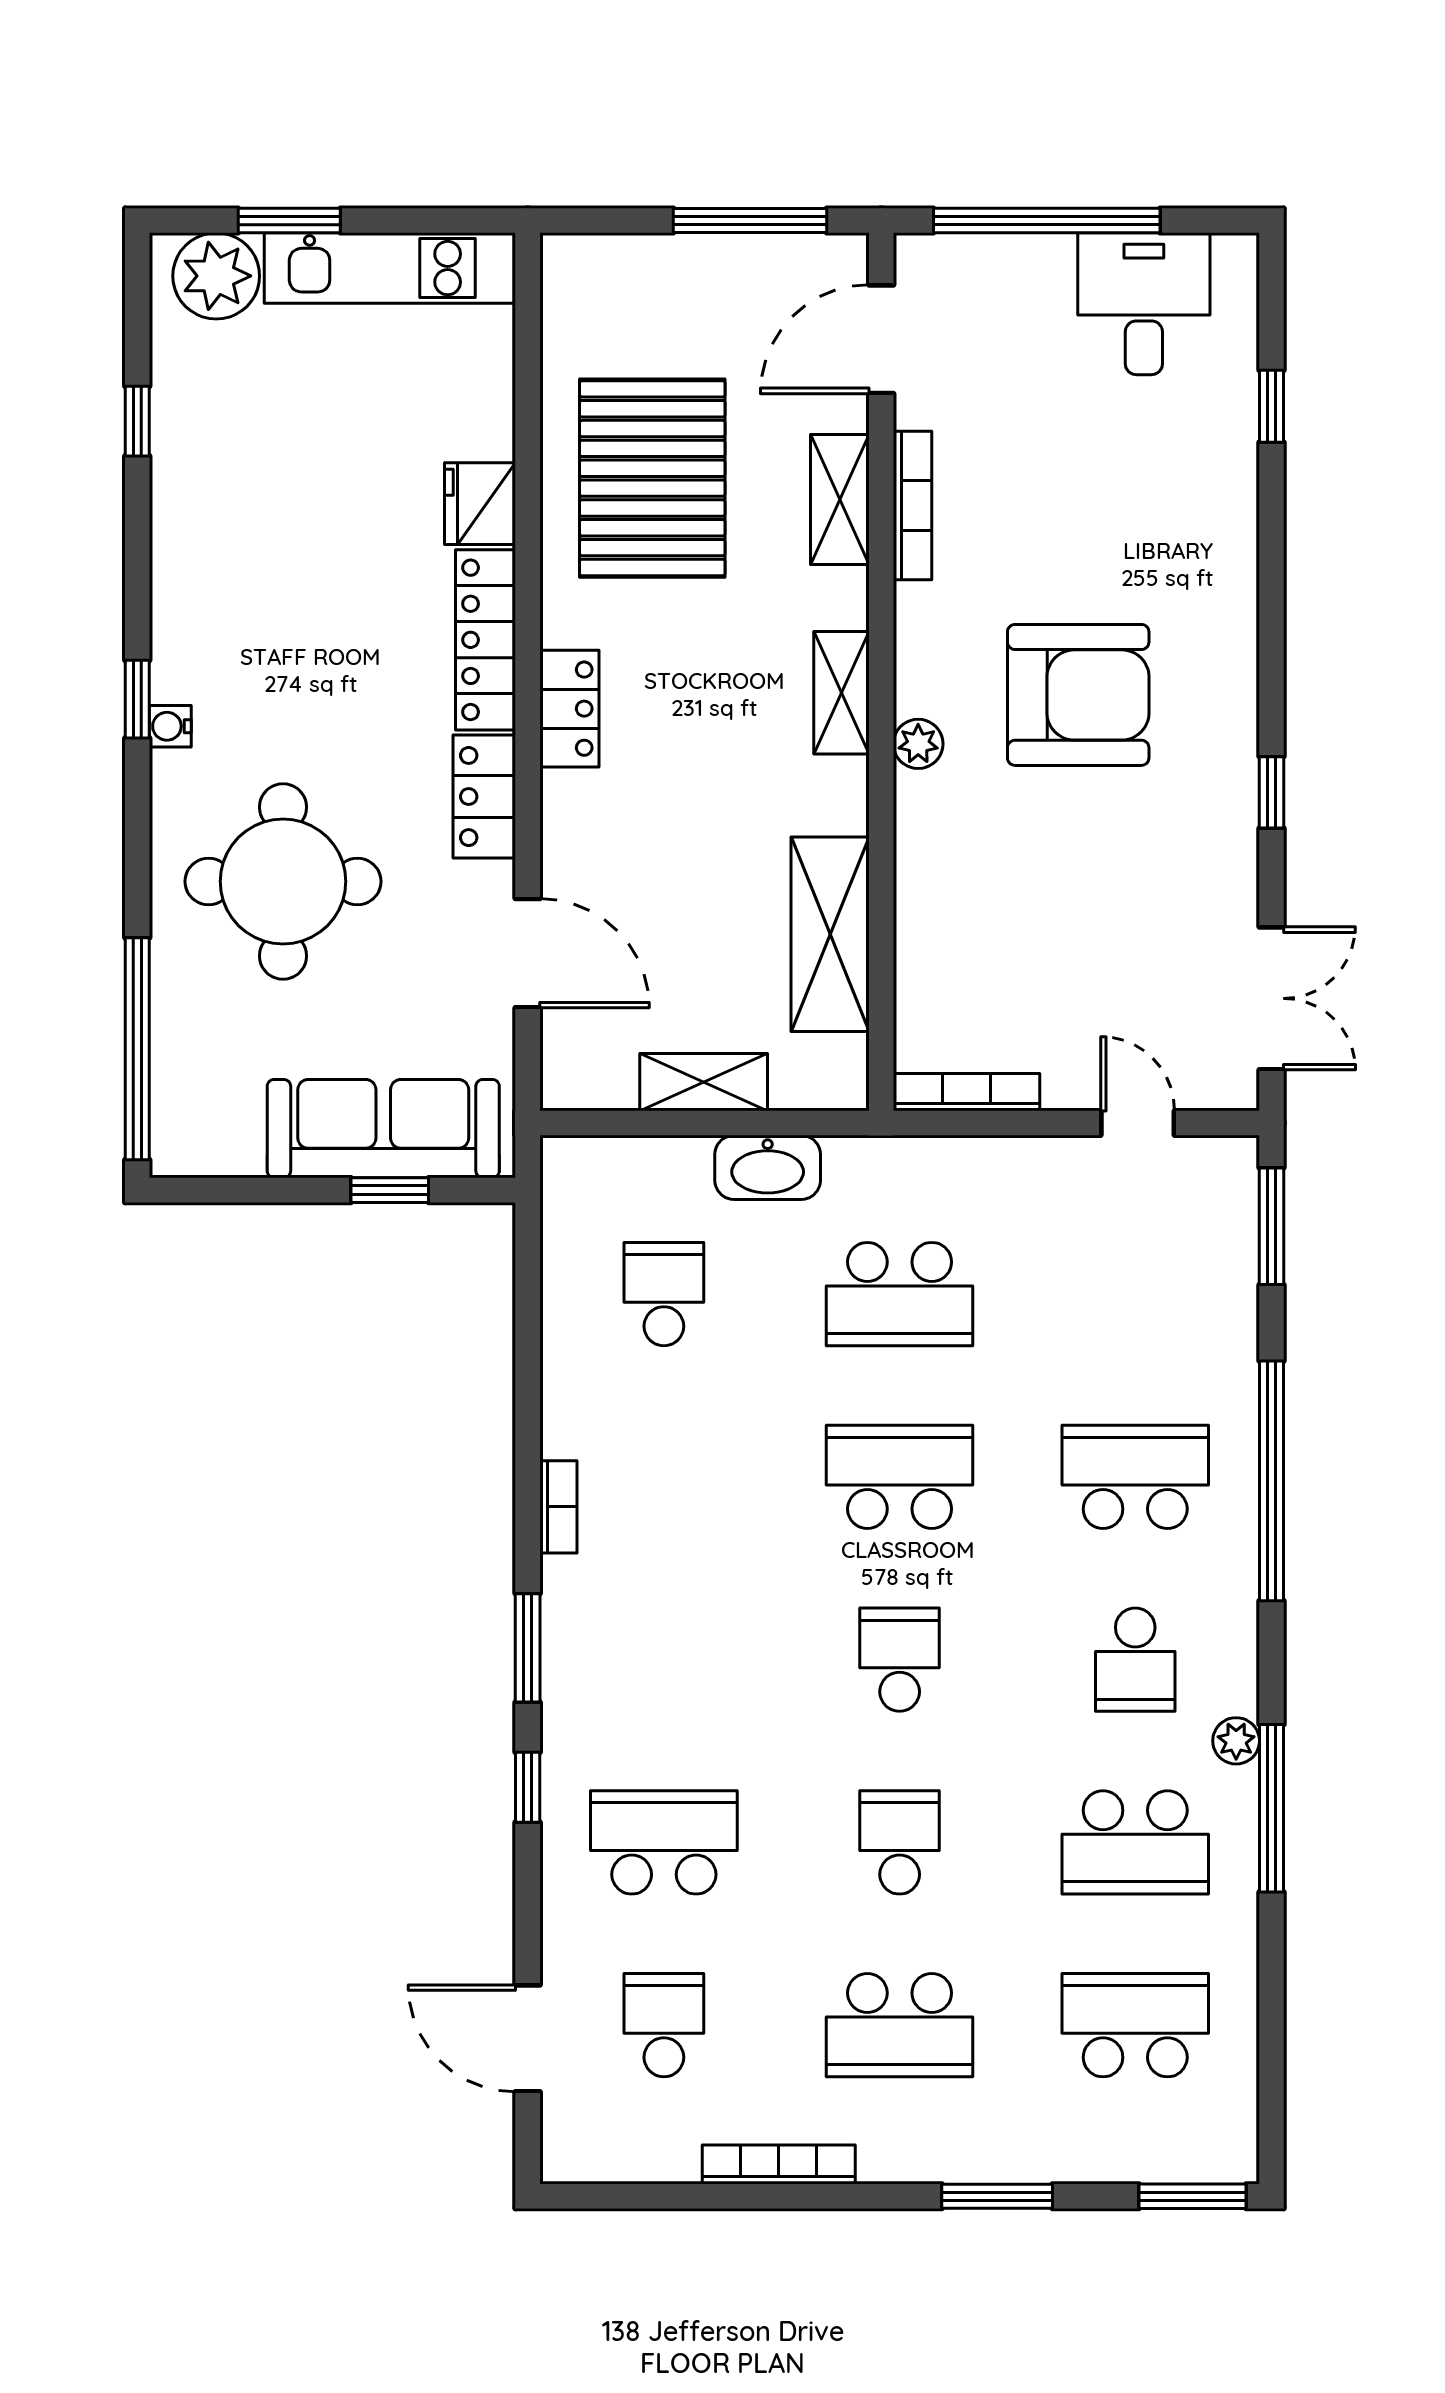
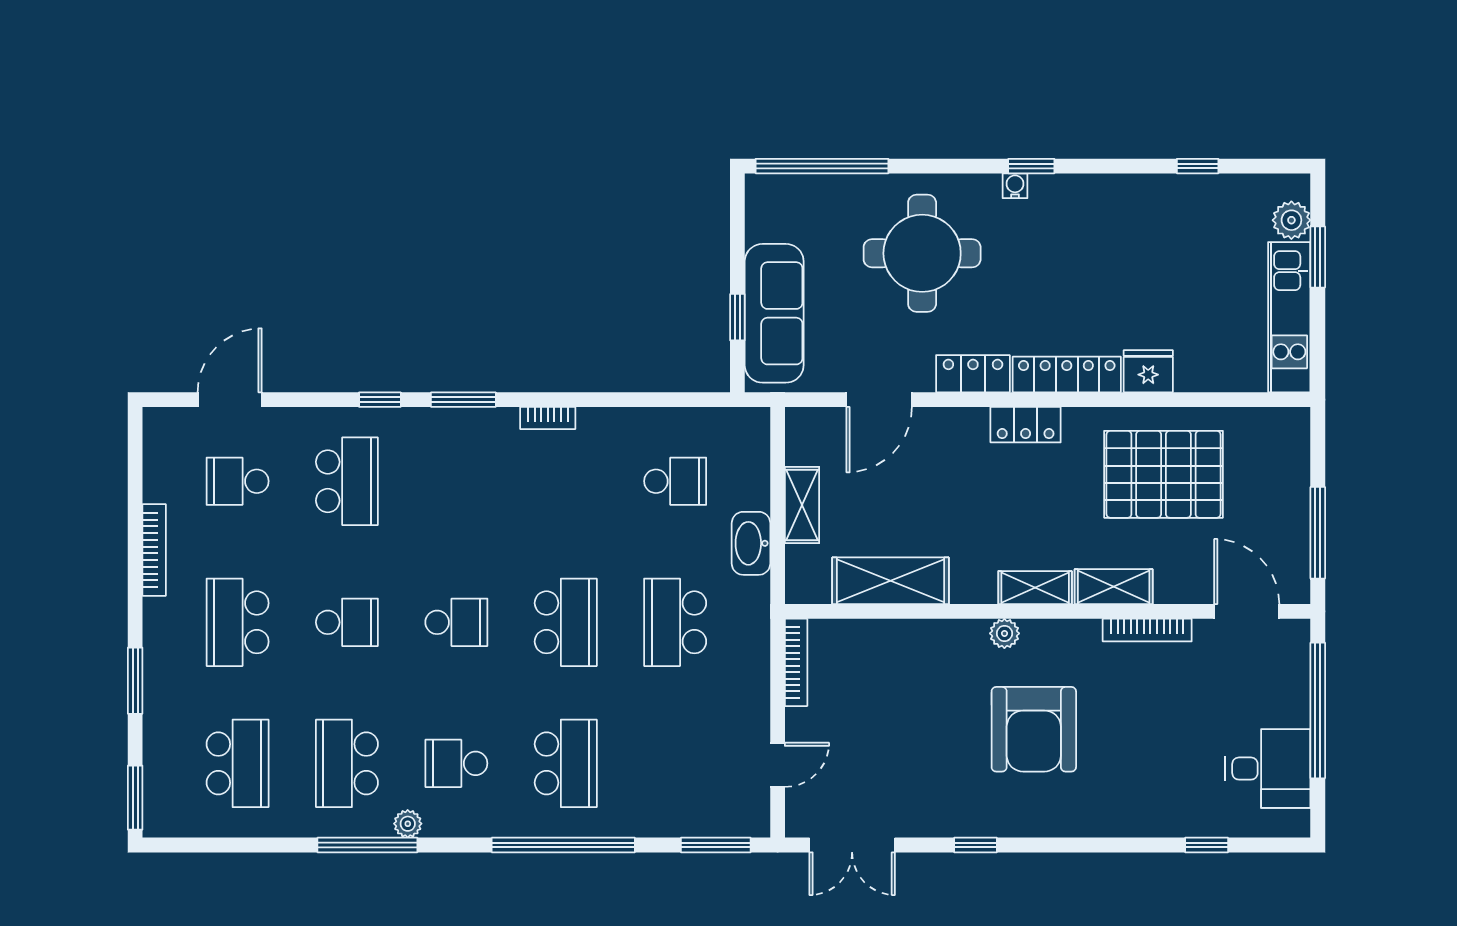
plant: (216, 276) -> (1291, 220), width x0.73, depth x0.73
shelving: (840, 499) -> (1114, 587), moved
school desk: (664, 2025) -> (238, 481), turned 180

